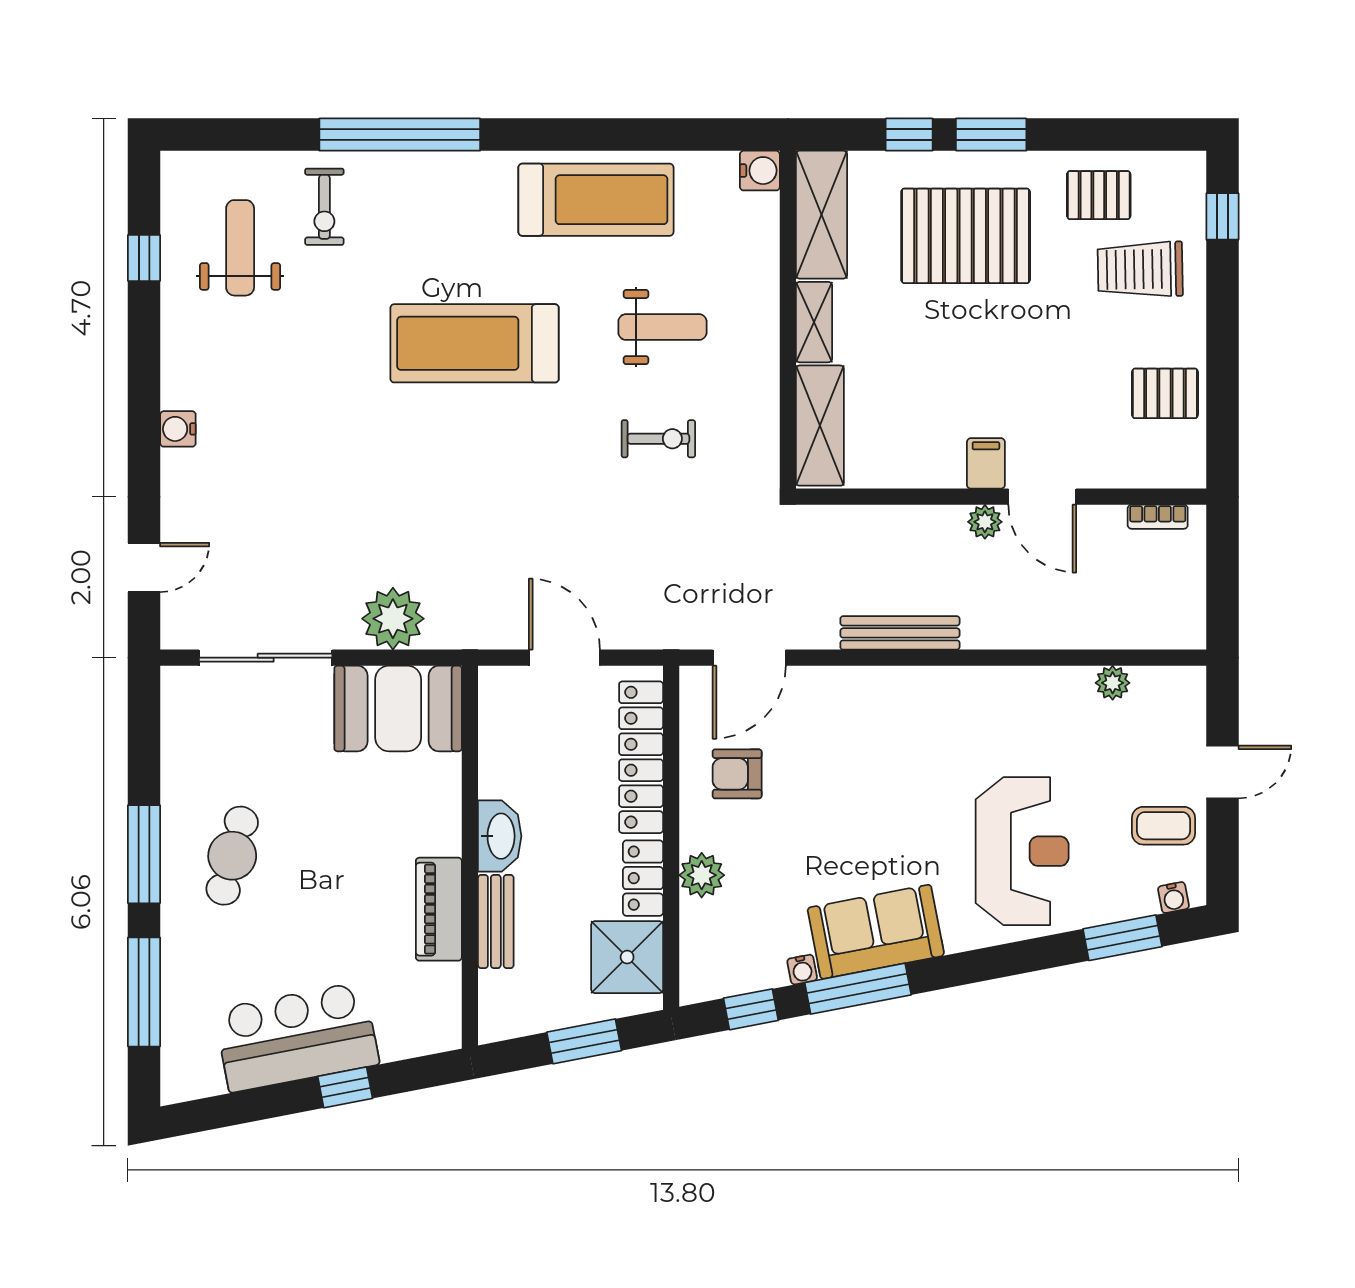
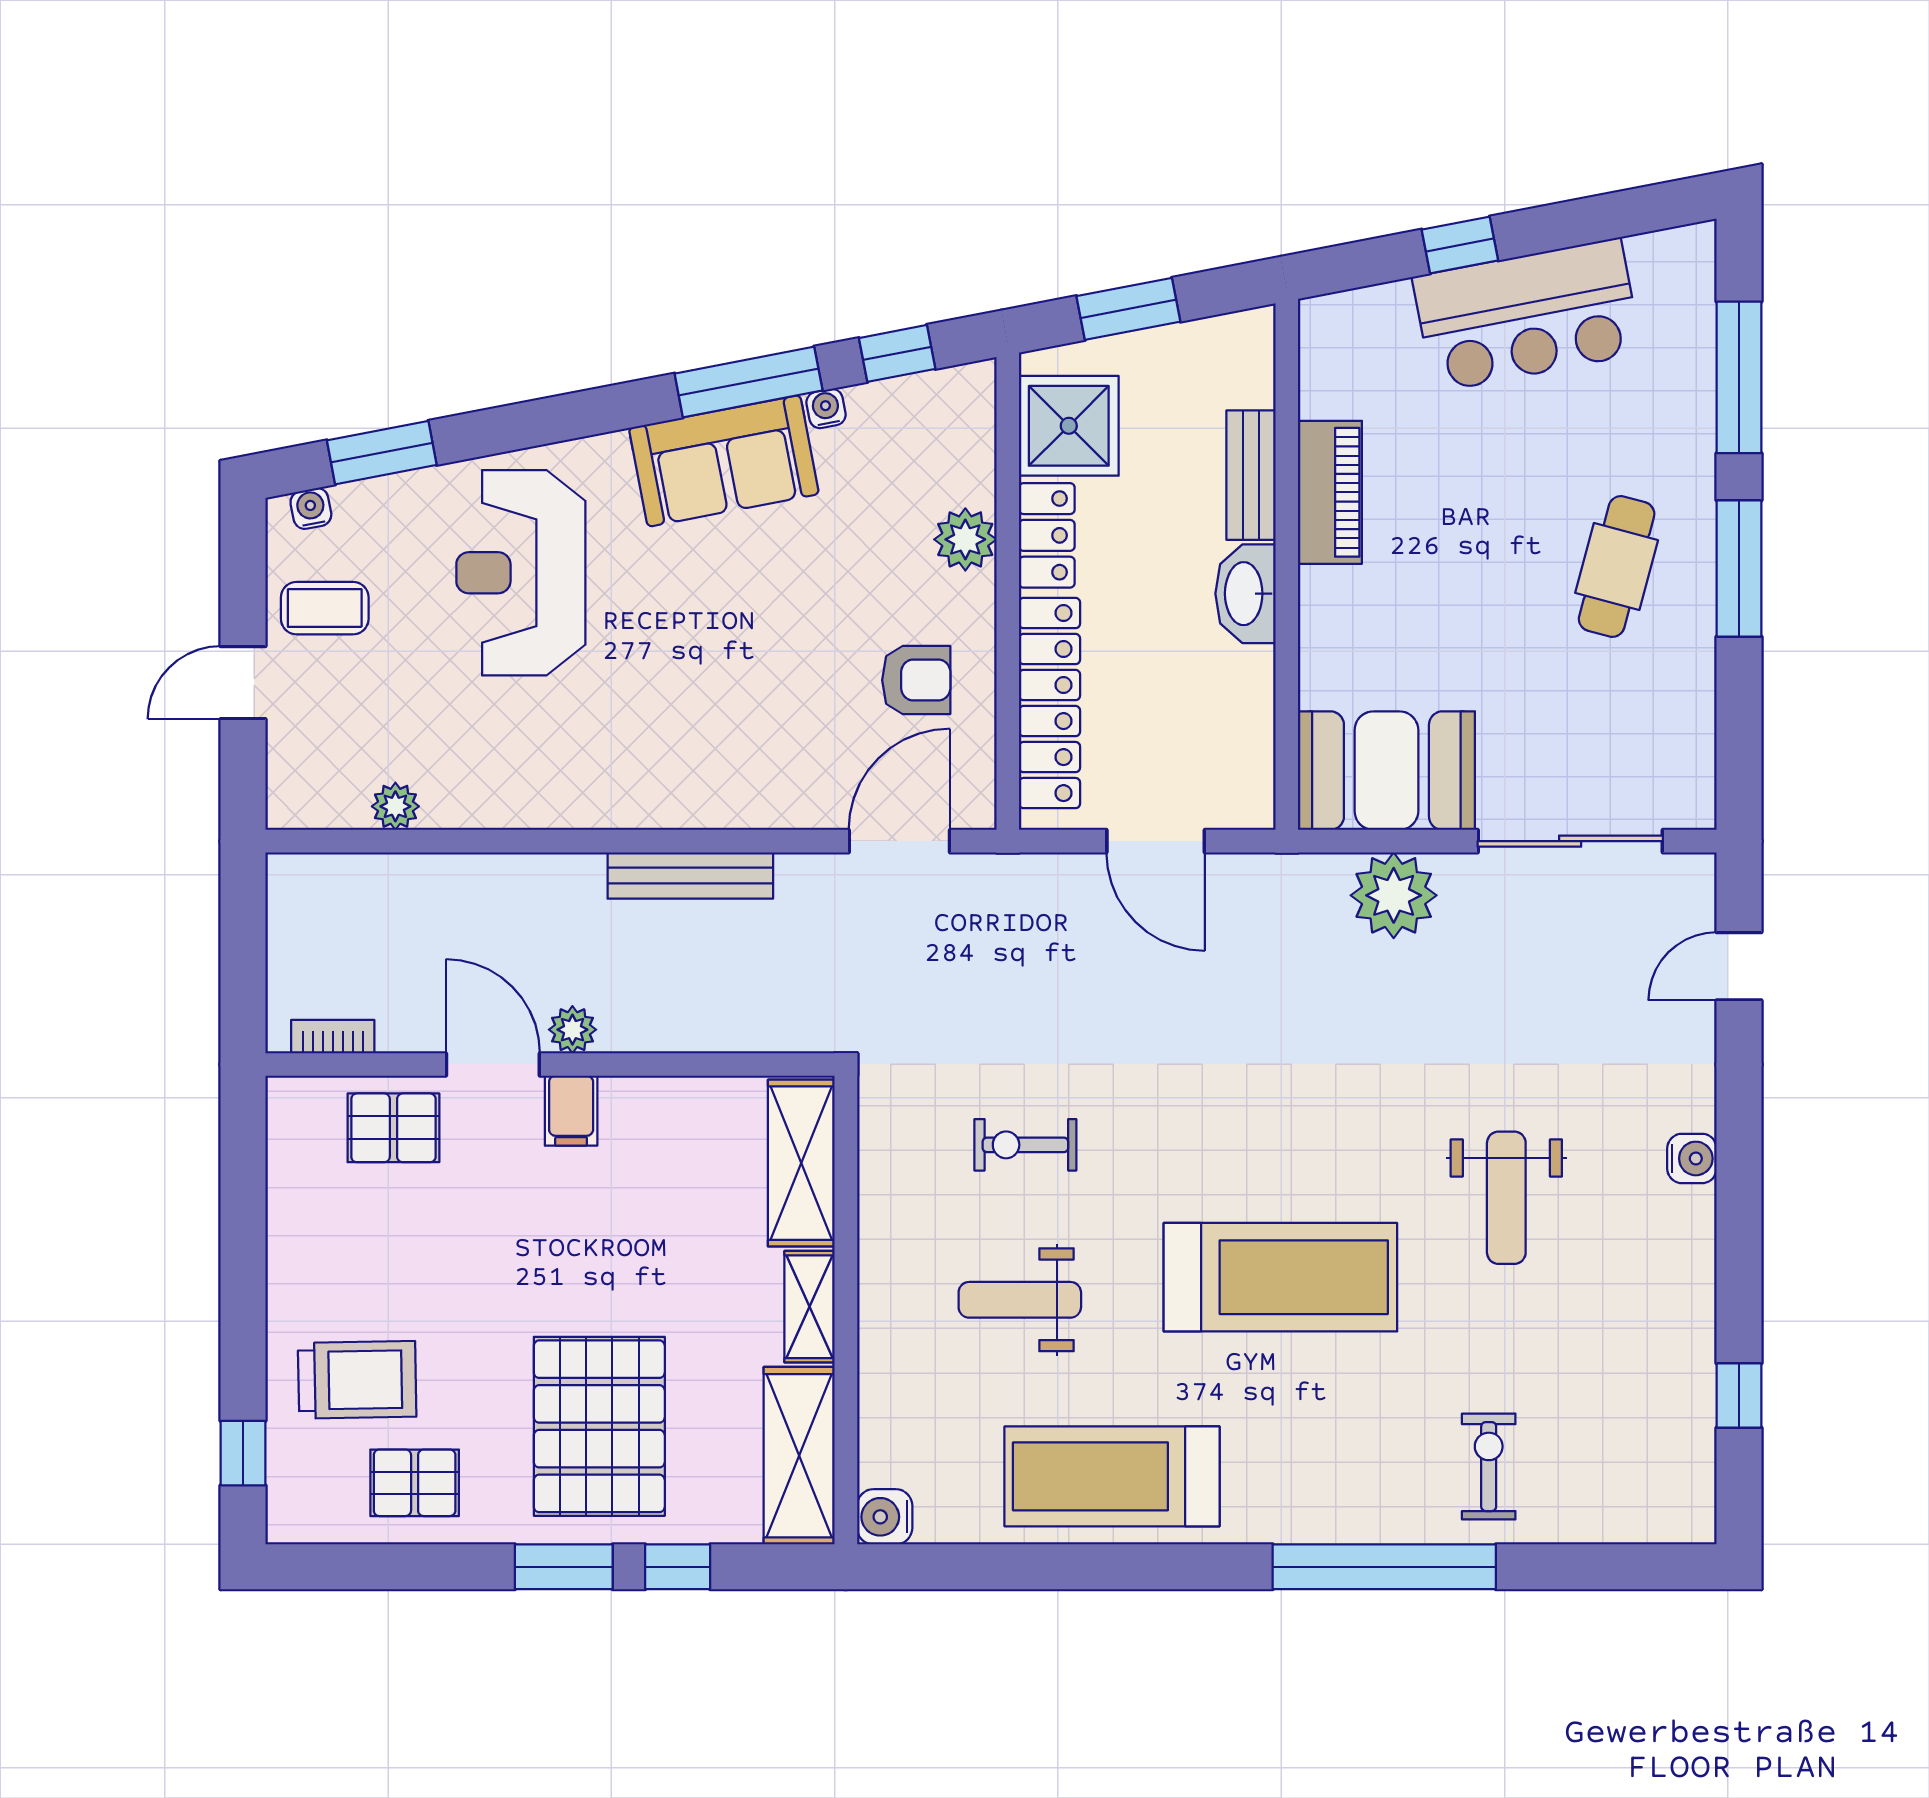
pallet: (966, 236) -> (599, 1426), turned 90
weight bench: (240, 248) -> (1506, 1198), moved
pallet: (1165, 393) -> (393, 1128), moved

